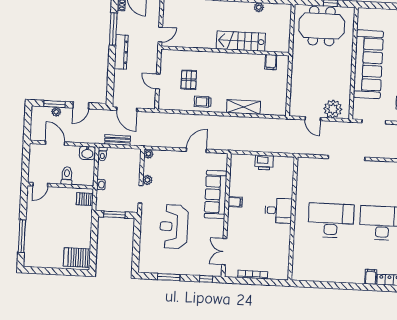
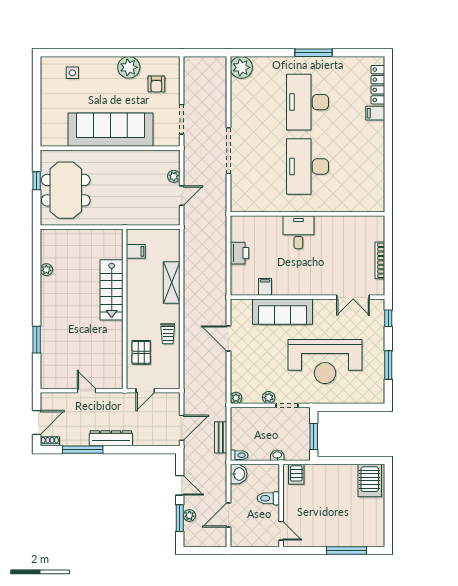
stairs: (241, 41) -> (112, 290), moved
wall: (225, 51) -> (125, 309), moved
filing cabinet: (271, 62) -> (136, 251), moved
pallet: (189, 80) -> (141, 352), turned 90
plant: (333, 109) -> (174, 176), width x0.53, depth x0.53
filing cabinet: (235, 202) -> (265, 287), moved
reception desk: (174, 227) -> (325, 362), width x1.36, depth x1.30

